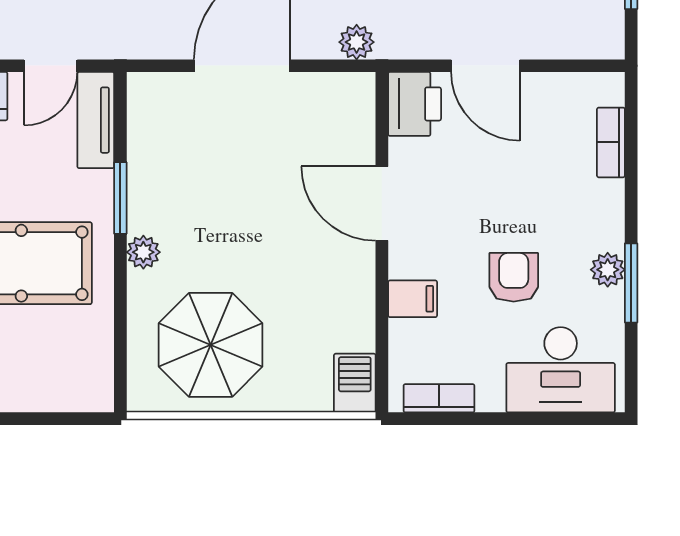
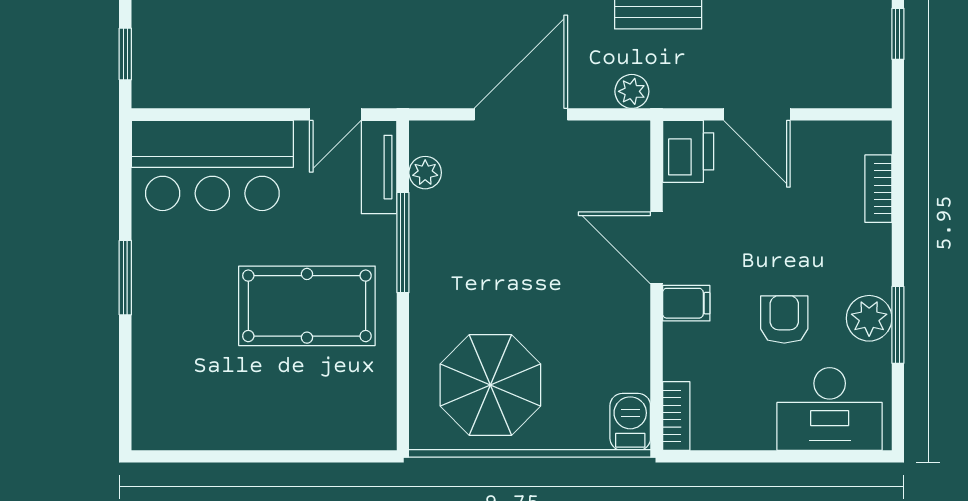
window: (120, 198) -> (403, 243), width x1.44
plant: (143, 252) -> (425, 173), moved
plant: (608, 270) -> (869, 318), width x1.38, depth x1.38
filing cabinet: (413, 299) -> (686, 303), moved
bookcase: (439, 398) -> (676, 416), moved, turned 90

